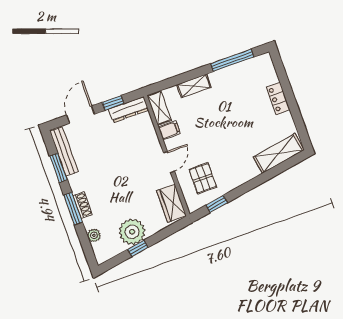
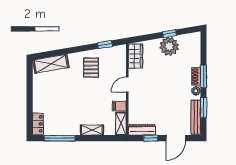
locker: (278, 98) -> (38, 124), moved
pallet: (203, 178) -> (91, 68), moved
plant: (94, 235) -> (196, 91), moved

